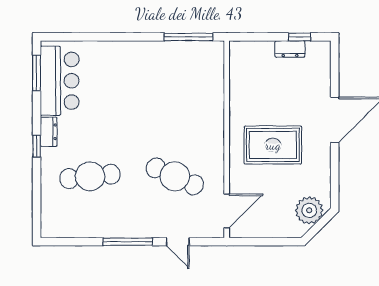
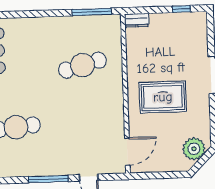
dresser: (290, 49) -> (137, 20), moved
cafe table: (175, 176) -> (82, 65), moved, turned -39

